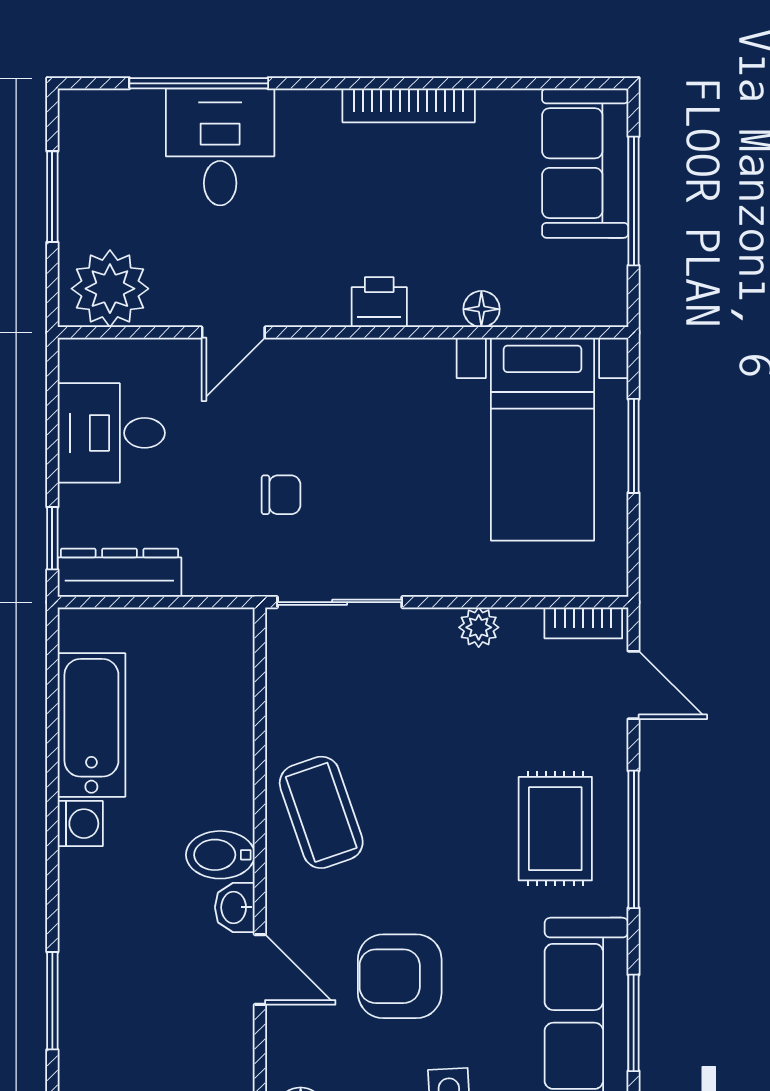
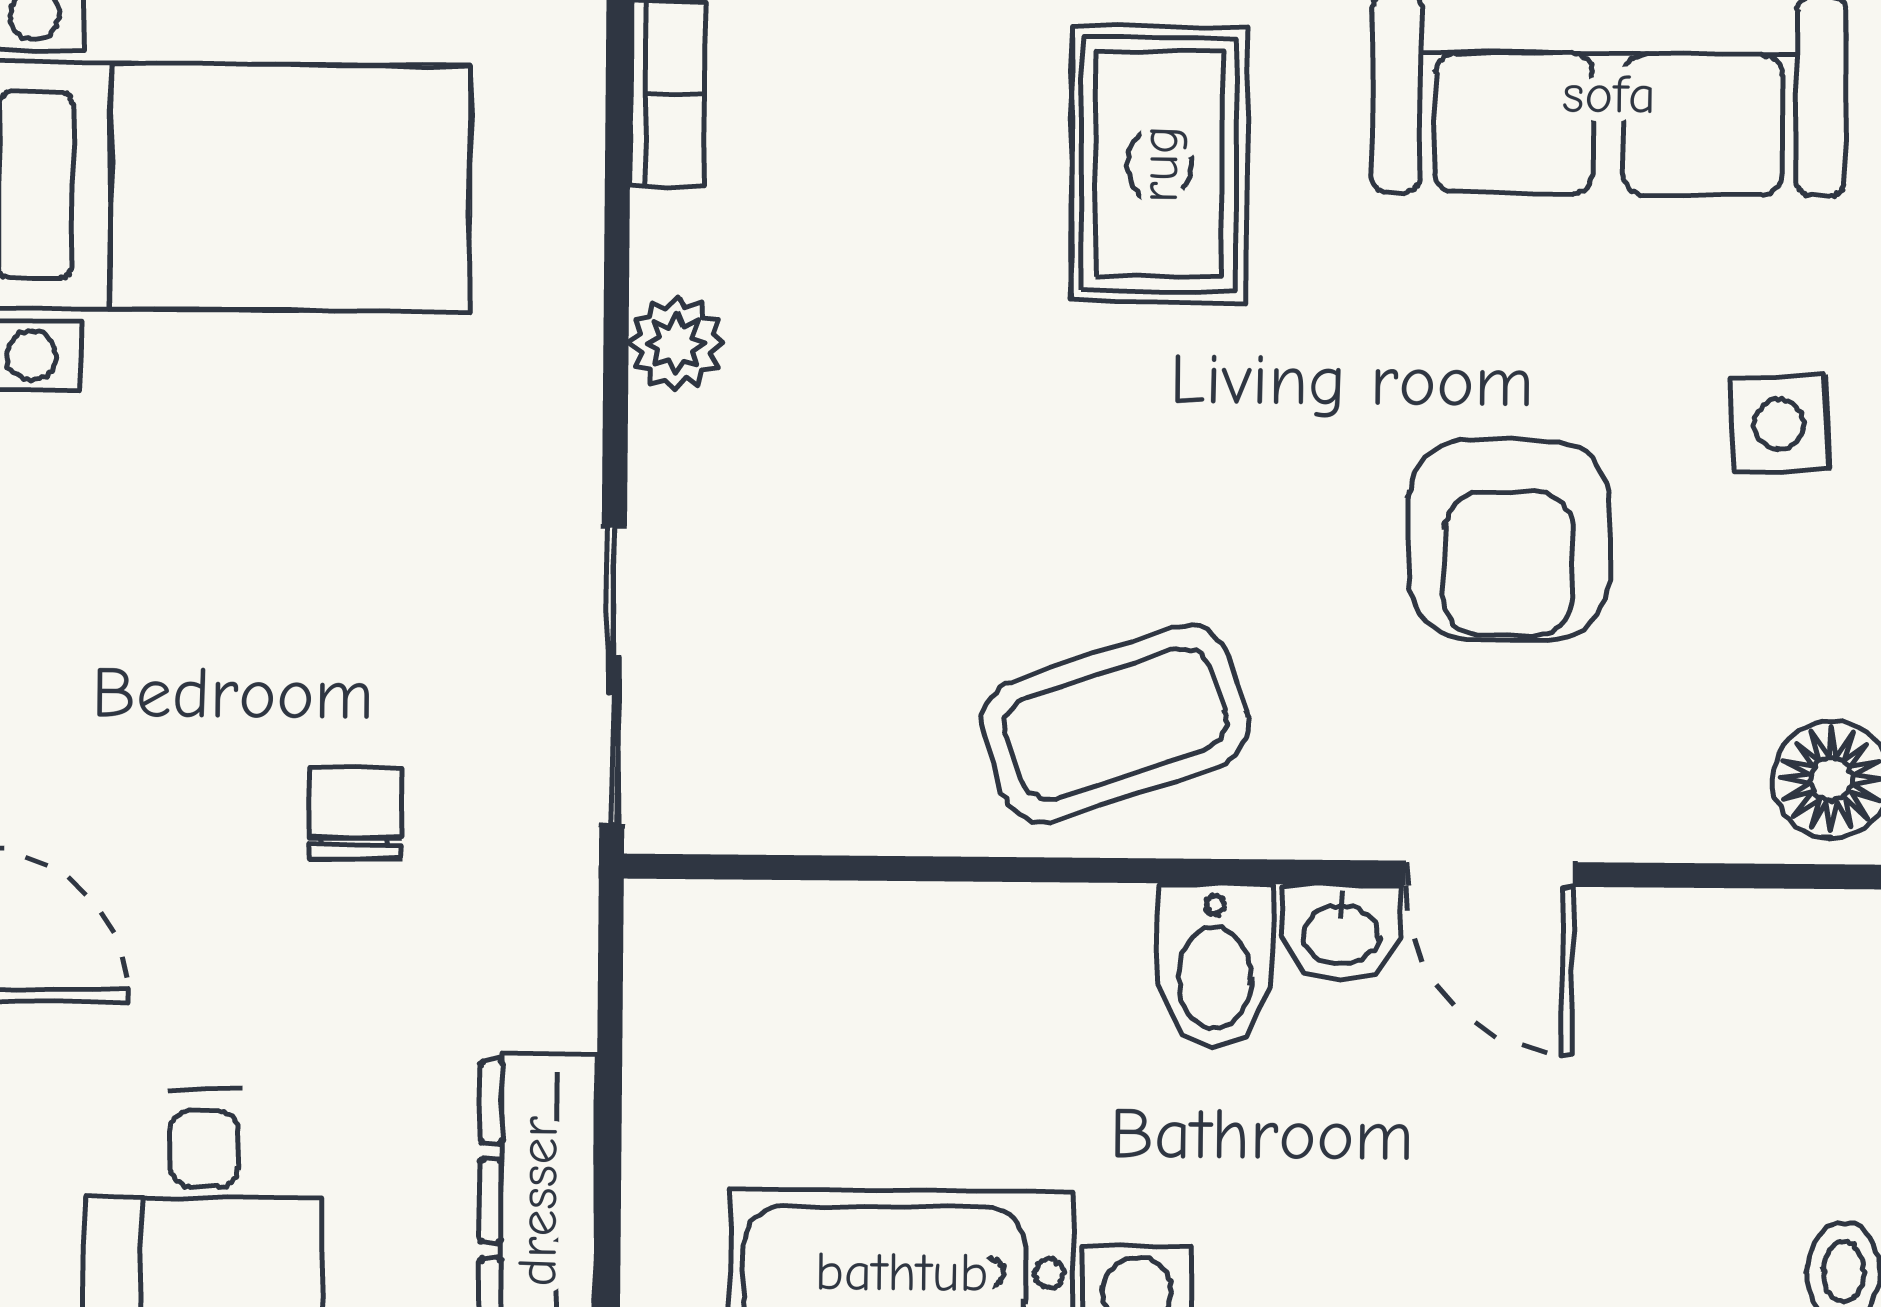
rug: (555, 829) -> (1159, 164), turned 90
door: (260, 970) -> (1490, 874), swing flipped

